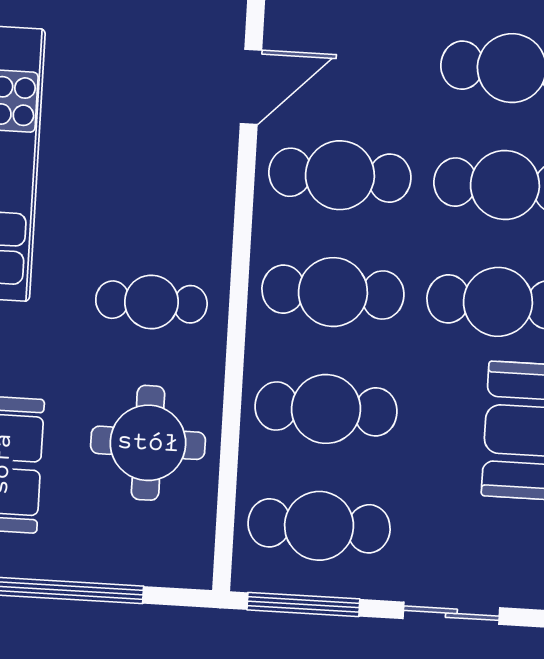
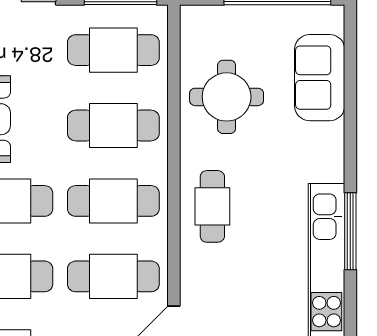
cafe table: (151, 302) -> (212, 206), moved, turned 90

